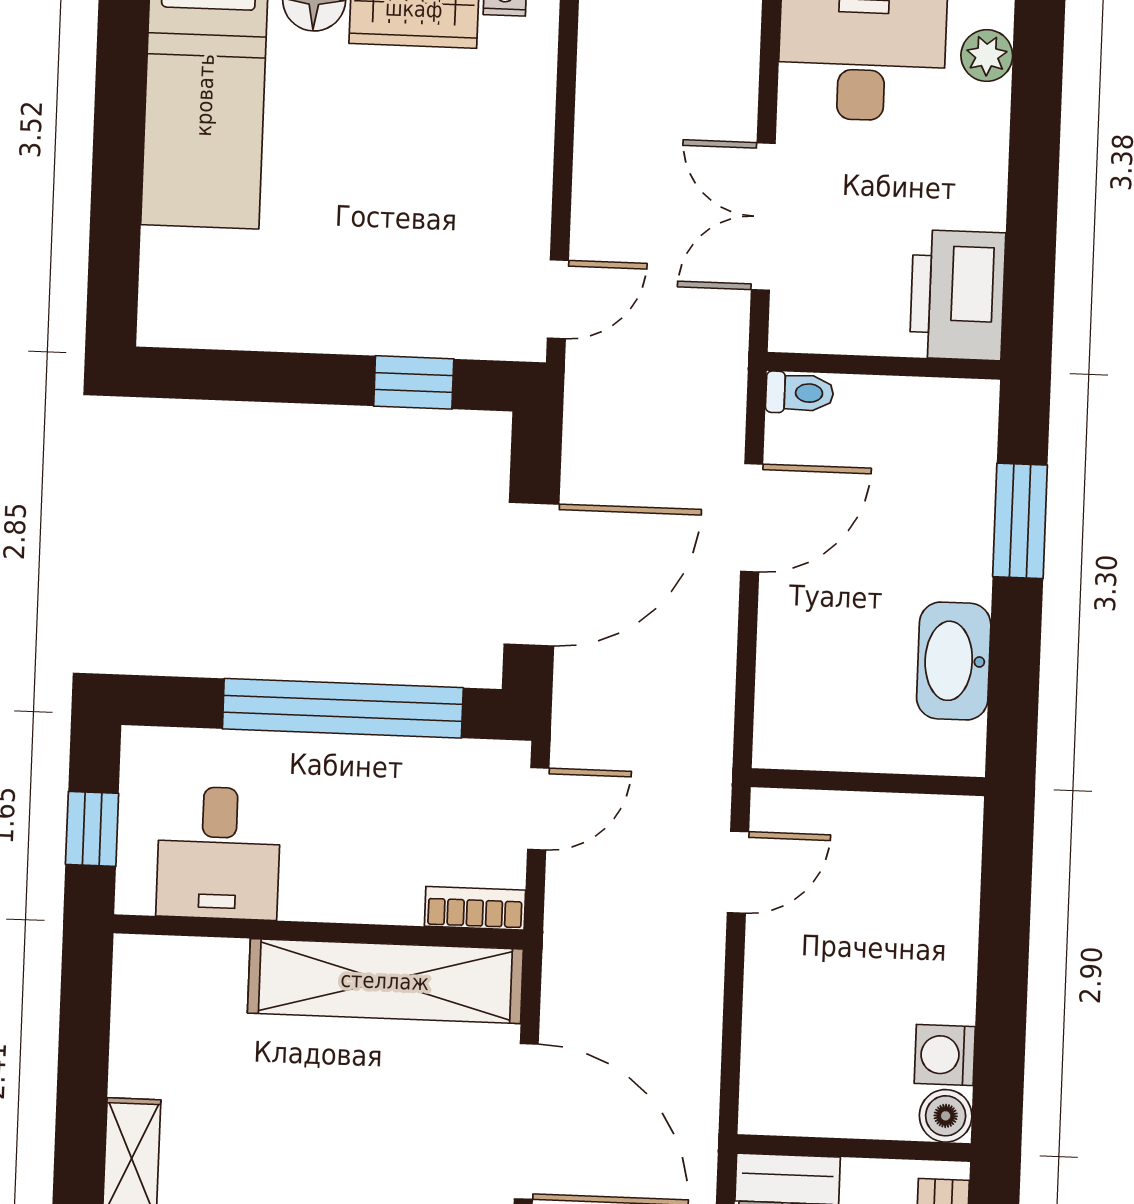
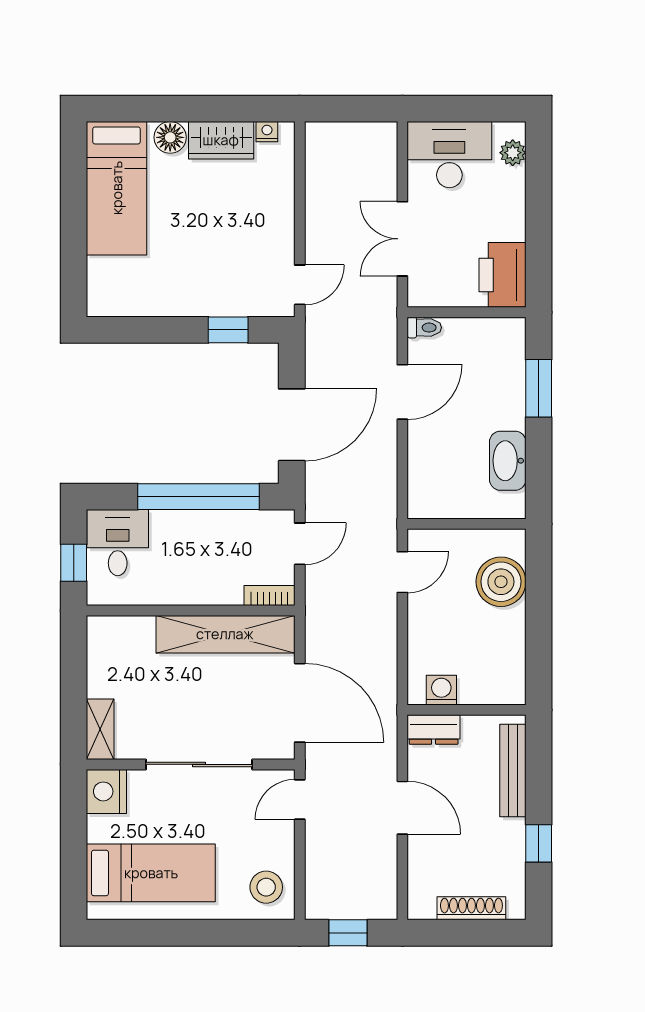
desk: (219, 853) -> (118, 543), moved, turned 180
washing machine: (945, 1055) -> (441, 690), moved, turned 90
boiler: (946, 1116) -> (501, 582), moved, width x1.86, depth x1.86

